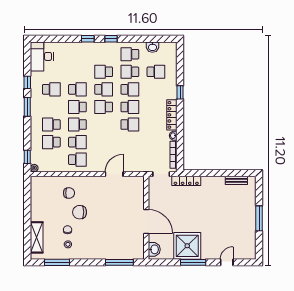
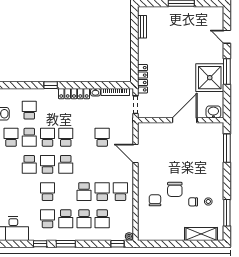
school desk: (130, 54) -> (11, 137), turned 180
school desk: (77, 107) -> (66, 219), moved
school desk: (130, 125) -> (102, 137), moved

